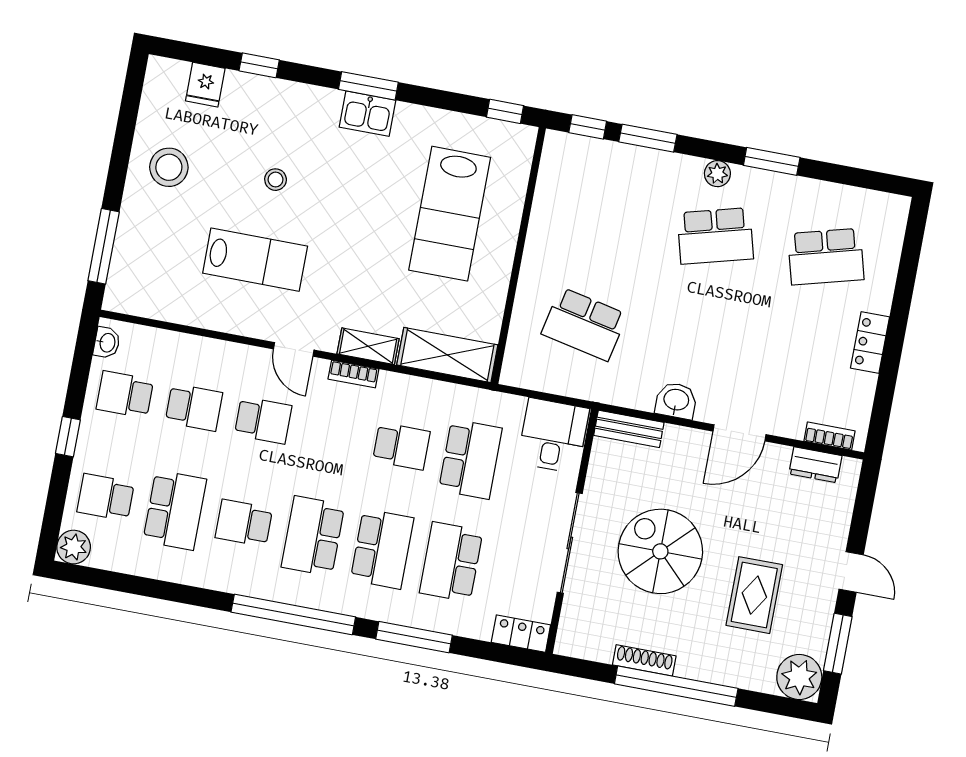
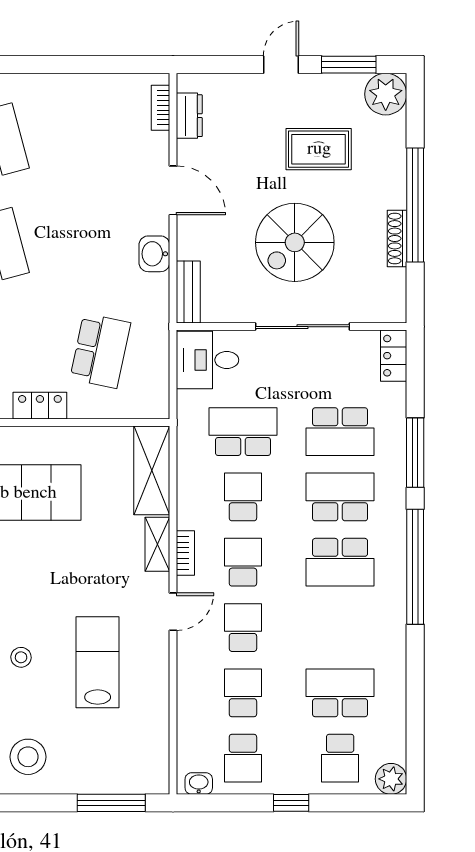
locker: (870, 343) -> (40, 406), moved, turned 180
school desk: (244, 523) -> (243, 562), moved, turned 180

